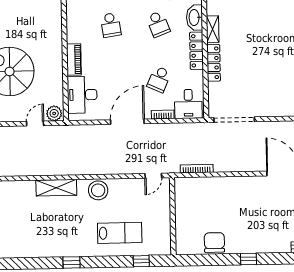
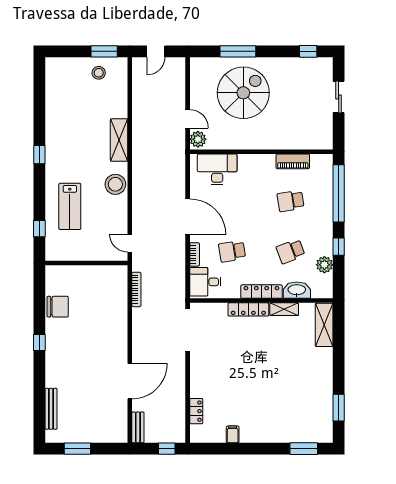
piano: (74, 60) -> (293, 161), moved
school desk: (159, 79) -> (232, 251), turned -33

